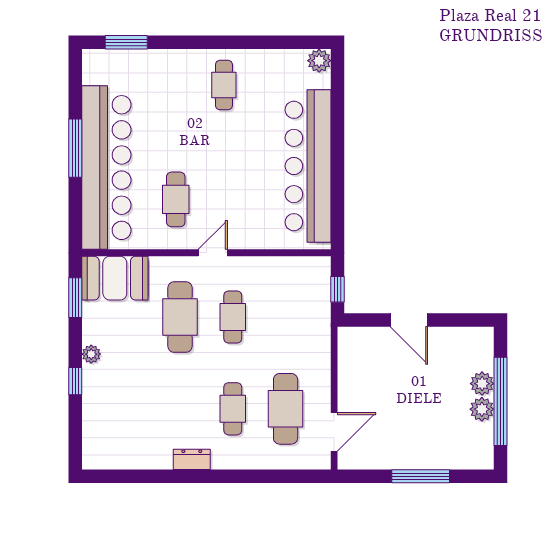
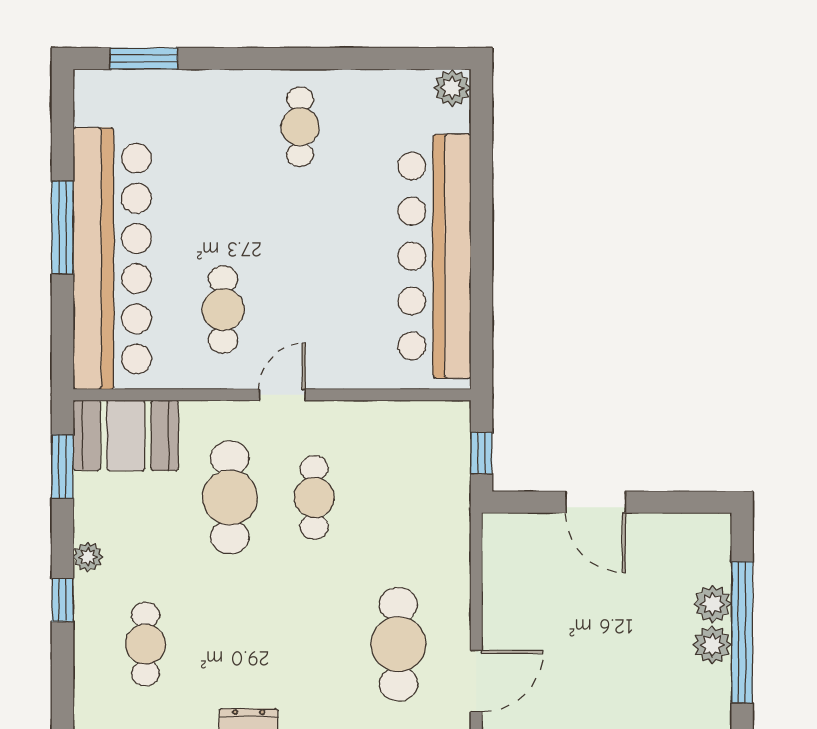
cafe table: (233, 409) -> (146, 644), moved

